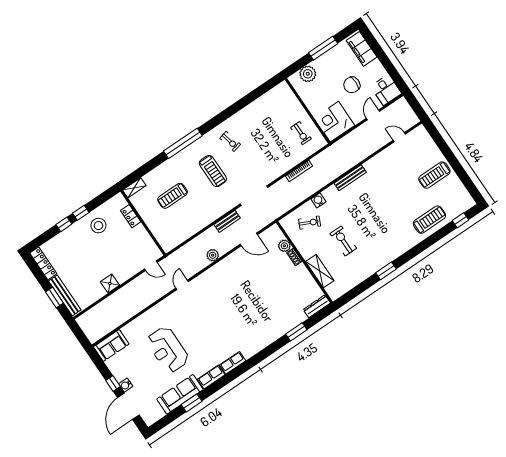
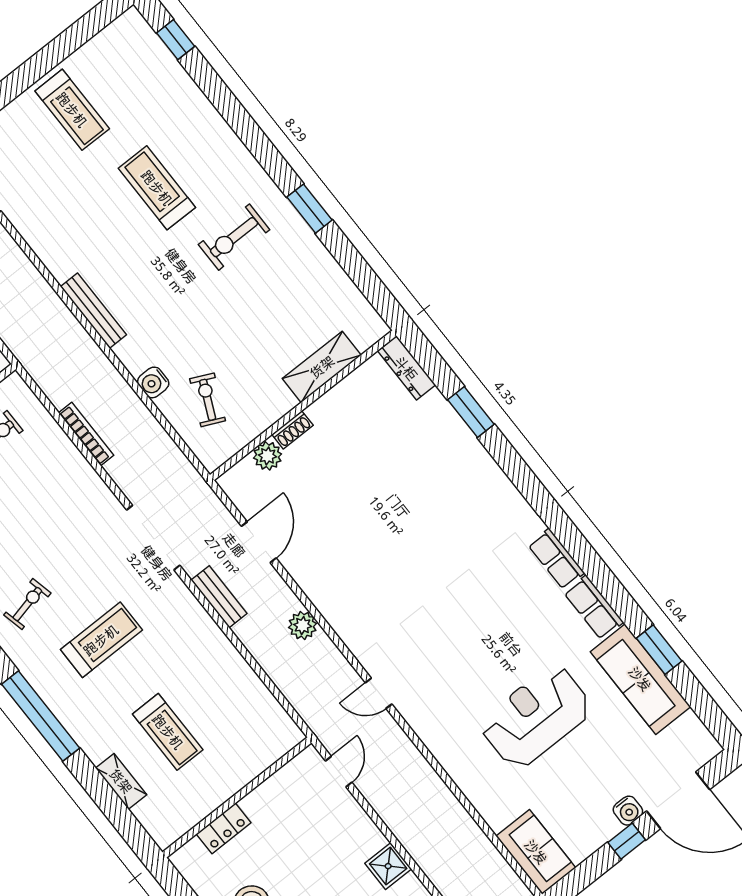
shelving: (134, 188) -> (121, 781), moved
treadmill: (429, 220) -> (157, 188), moved
exercise bike: (343, 241) -> (234, 237), moved
reception desk: (168, 350) -> (536, 717), turned 180

